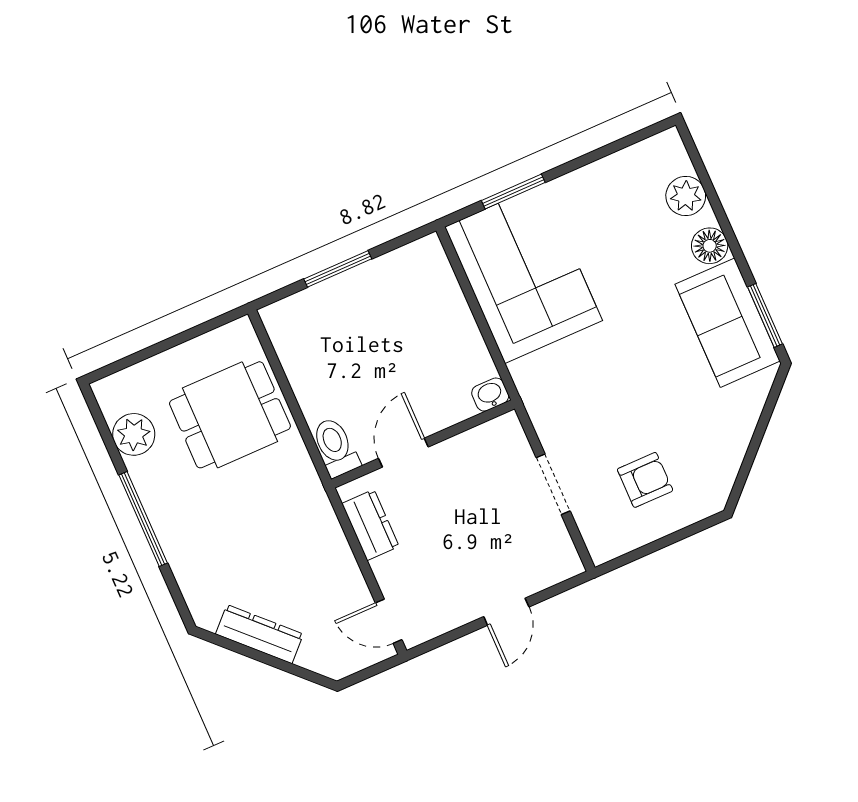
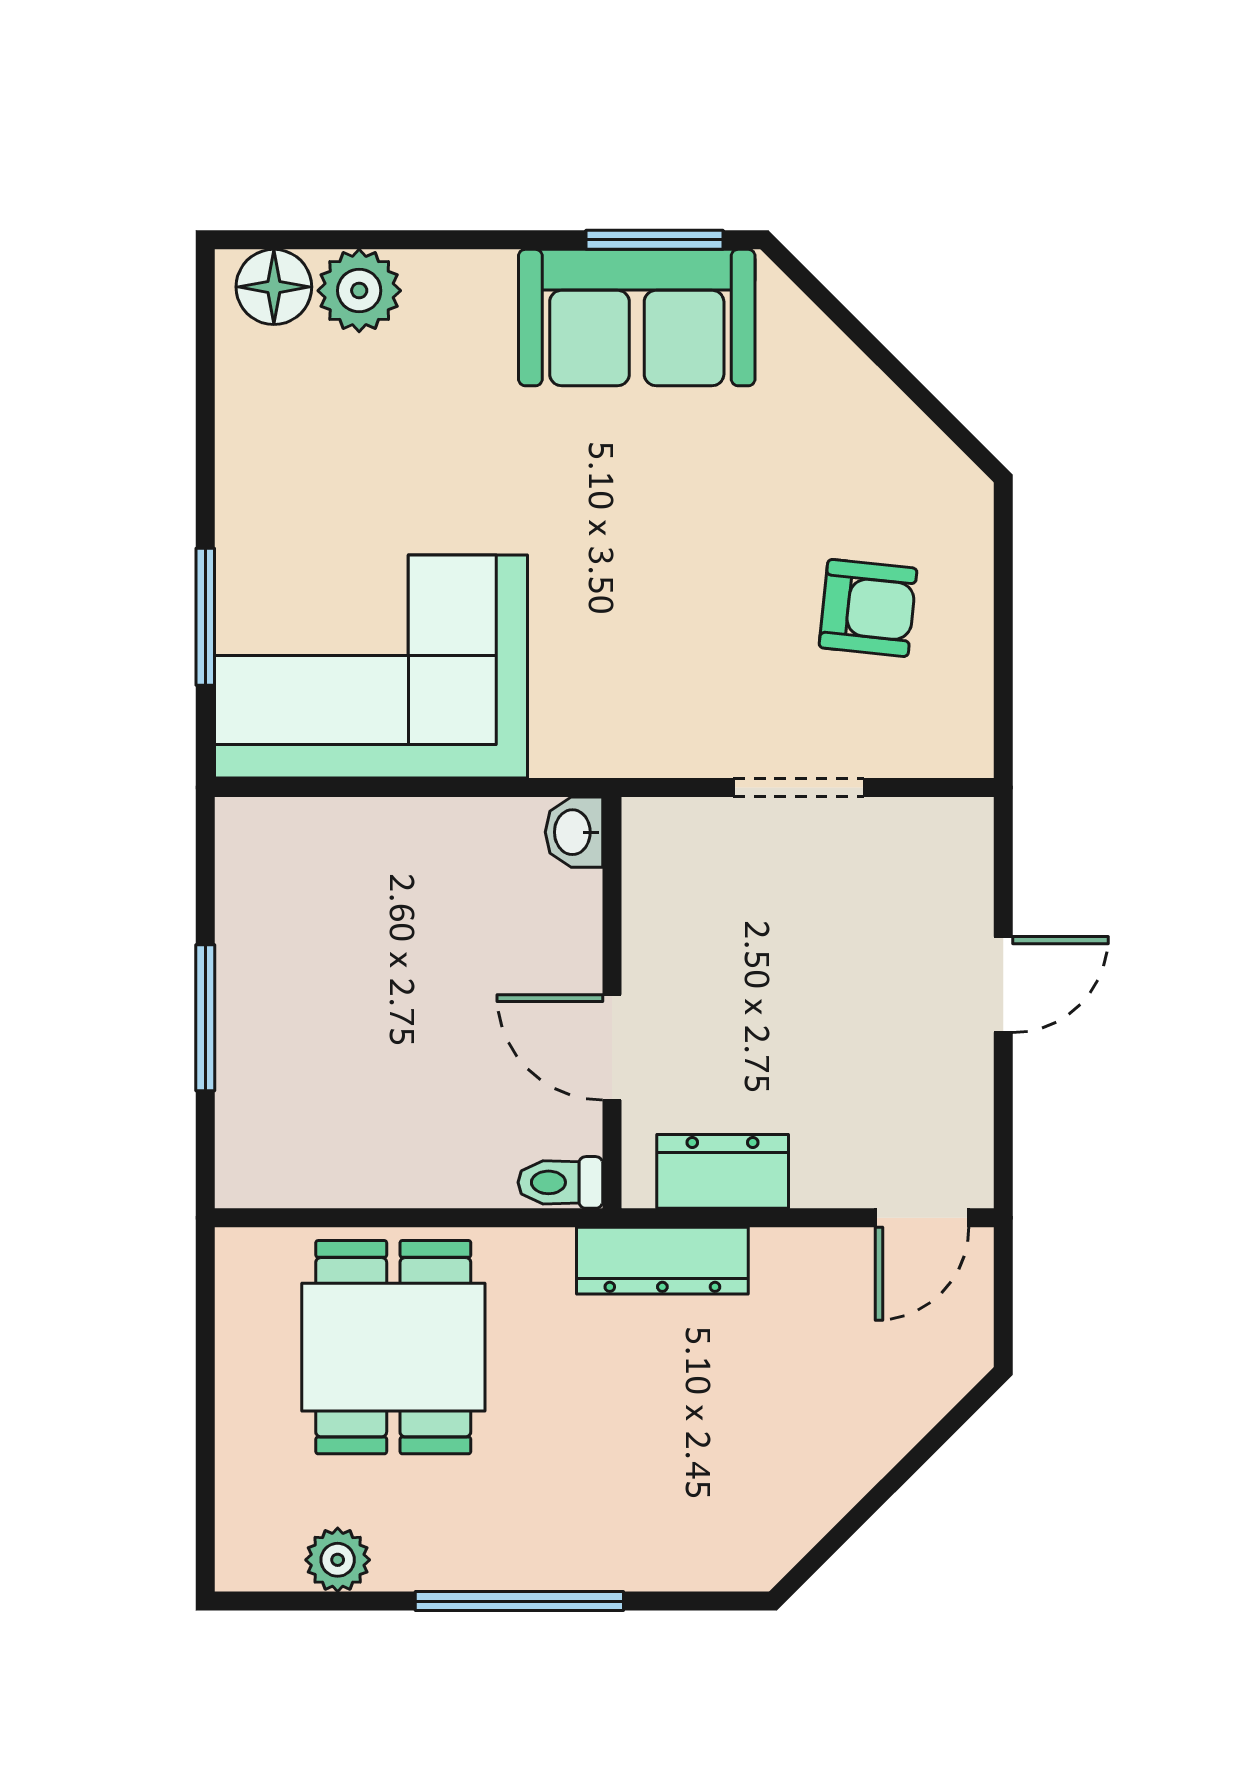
floor lamp: (710, 246) -> (274, 287), moved
plant: (134, 434) -> (338, 1560), width x0.73, depth x0.73
toilet: (335, 447) -> (560, 1182), width x0.73, depth x0.72
armchair: (645, 480) -> (868, 608), turned 96
door: (506, 612) -> (1003, 985), hinge flipped
dresser: (259, 634) -> (662, 1261), moved, turned -135

